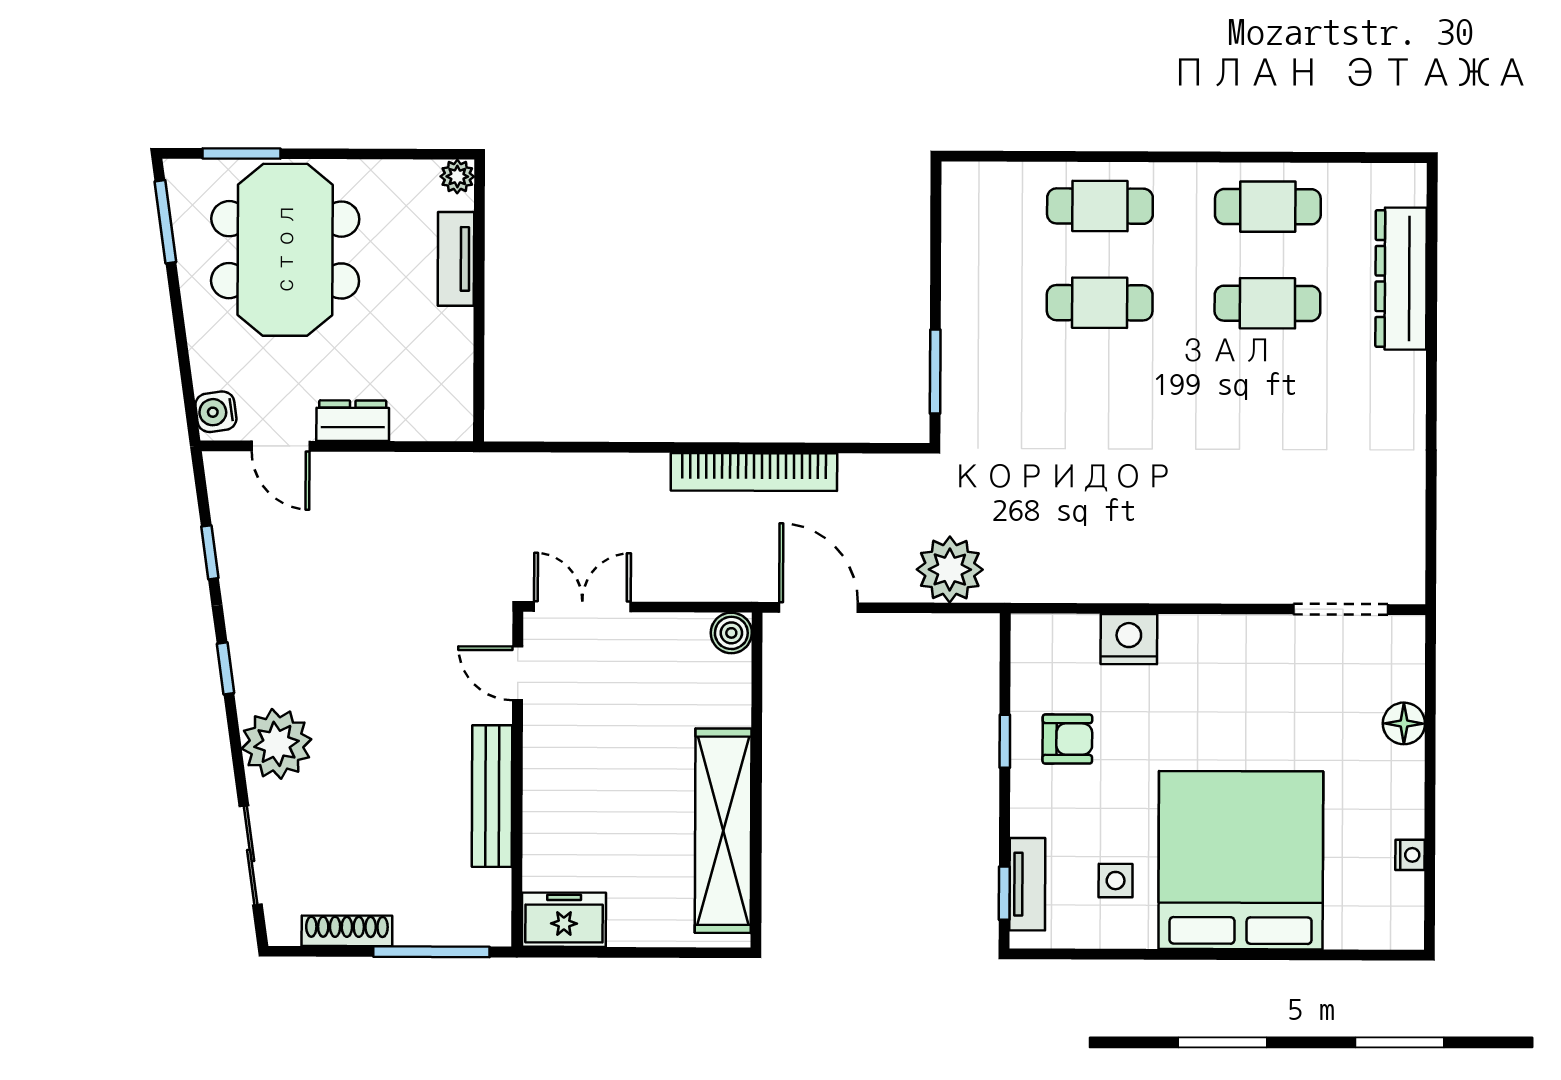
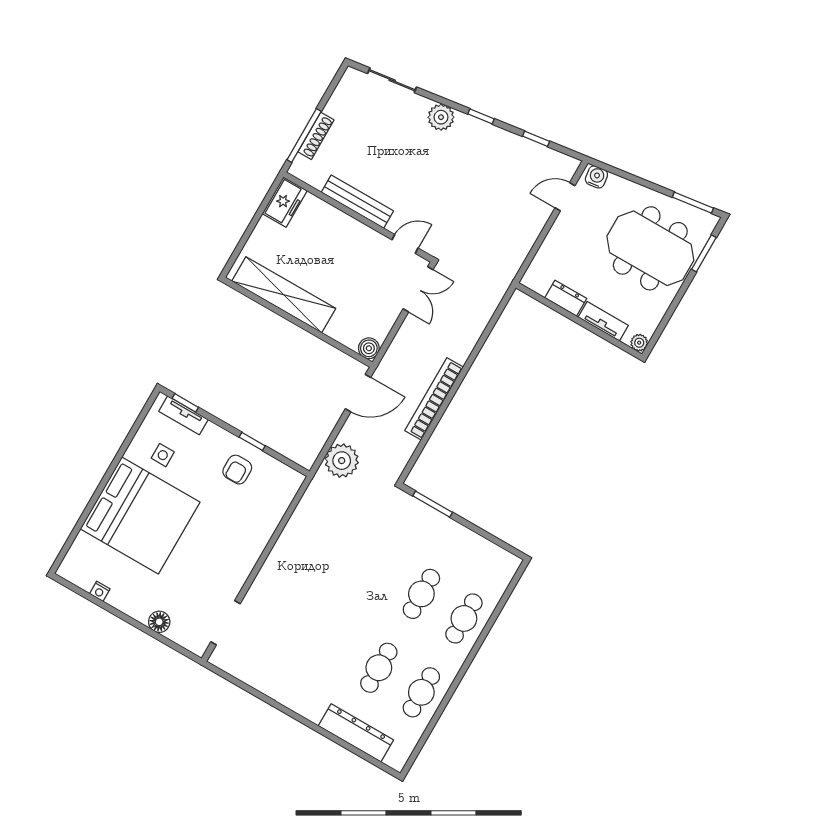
dresser: (353, 421) -> (566, 298), moved, turned -90
nightstand: (1129, 639) -> (266, 522), removed
plant: (277, 744) -> (441, 117), width x0.73, depth x0.73
shoe rack: (347, 931) -> (316, 136), moved

